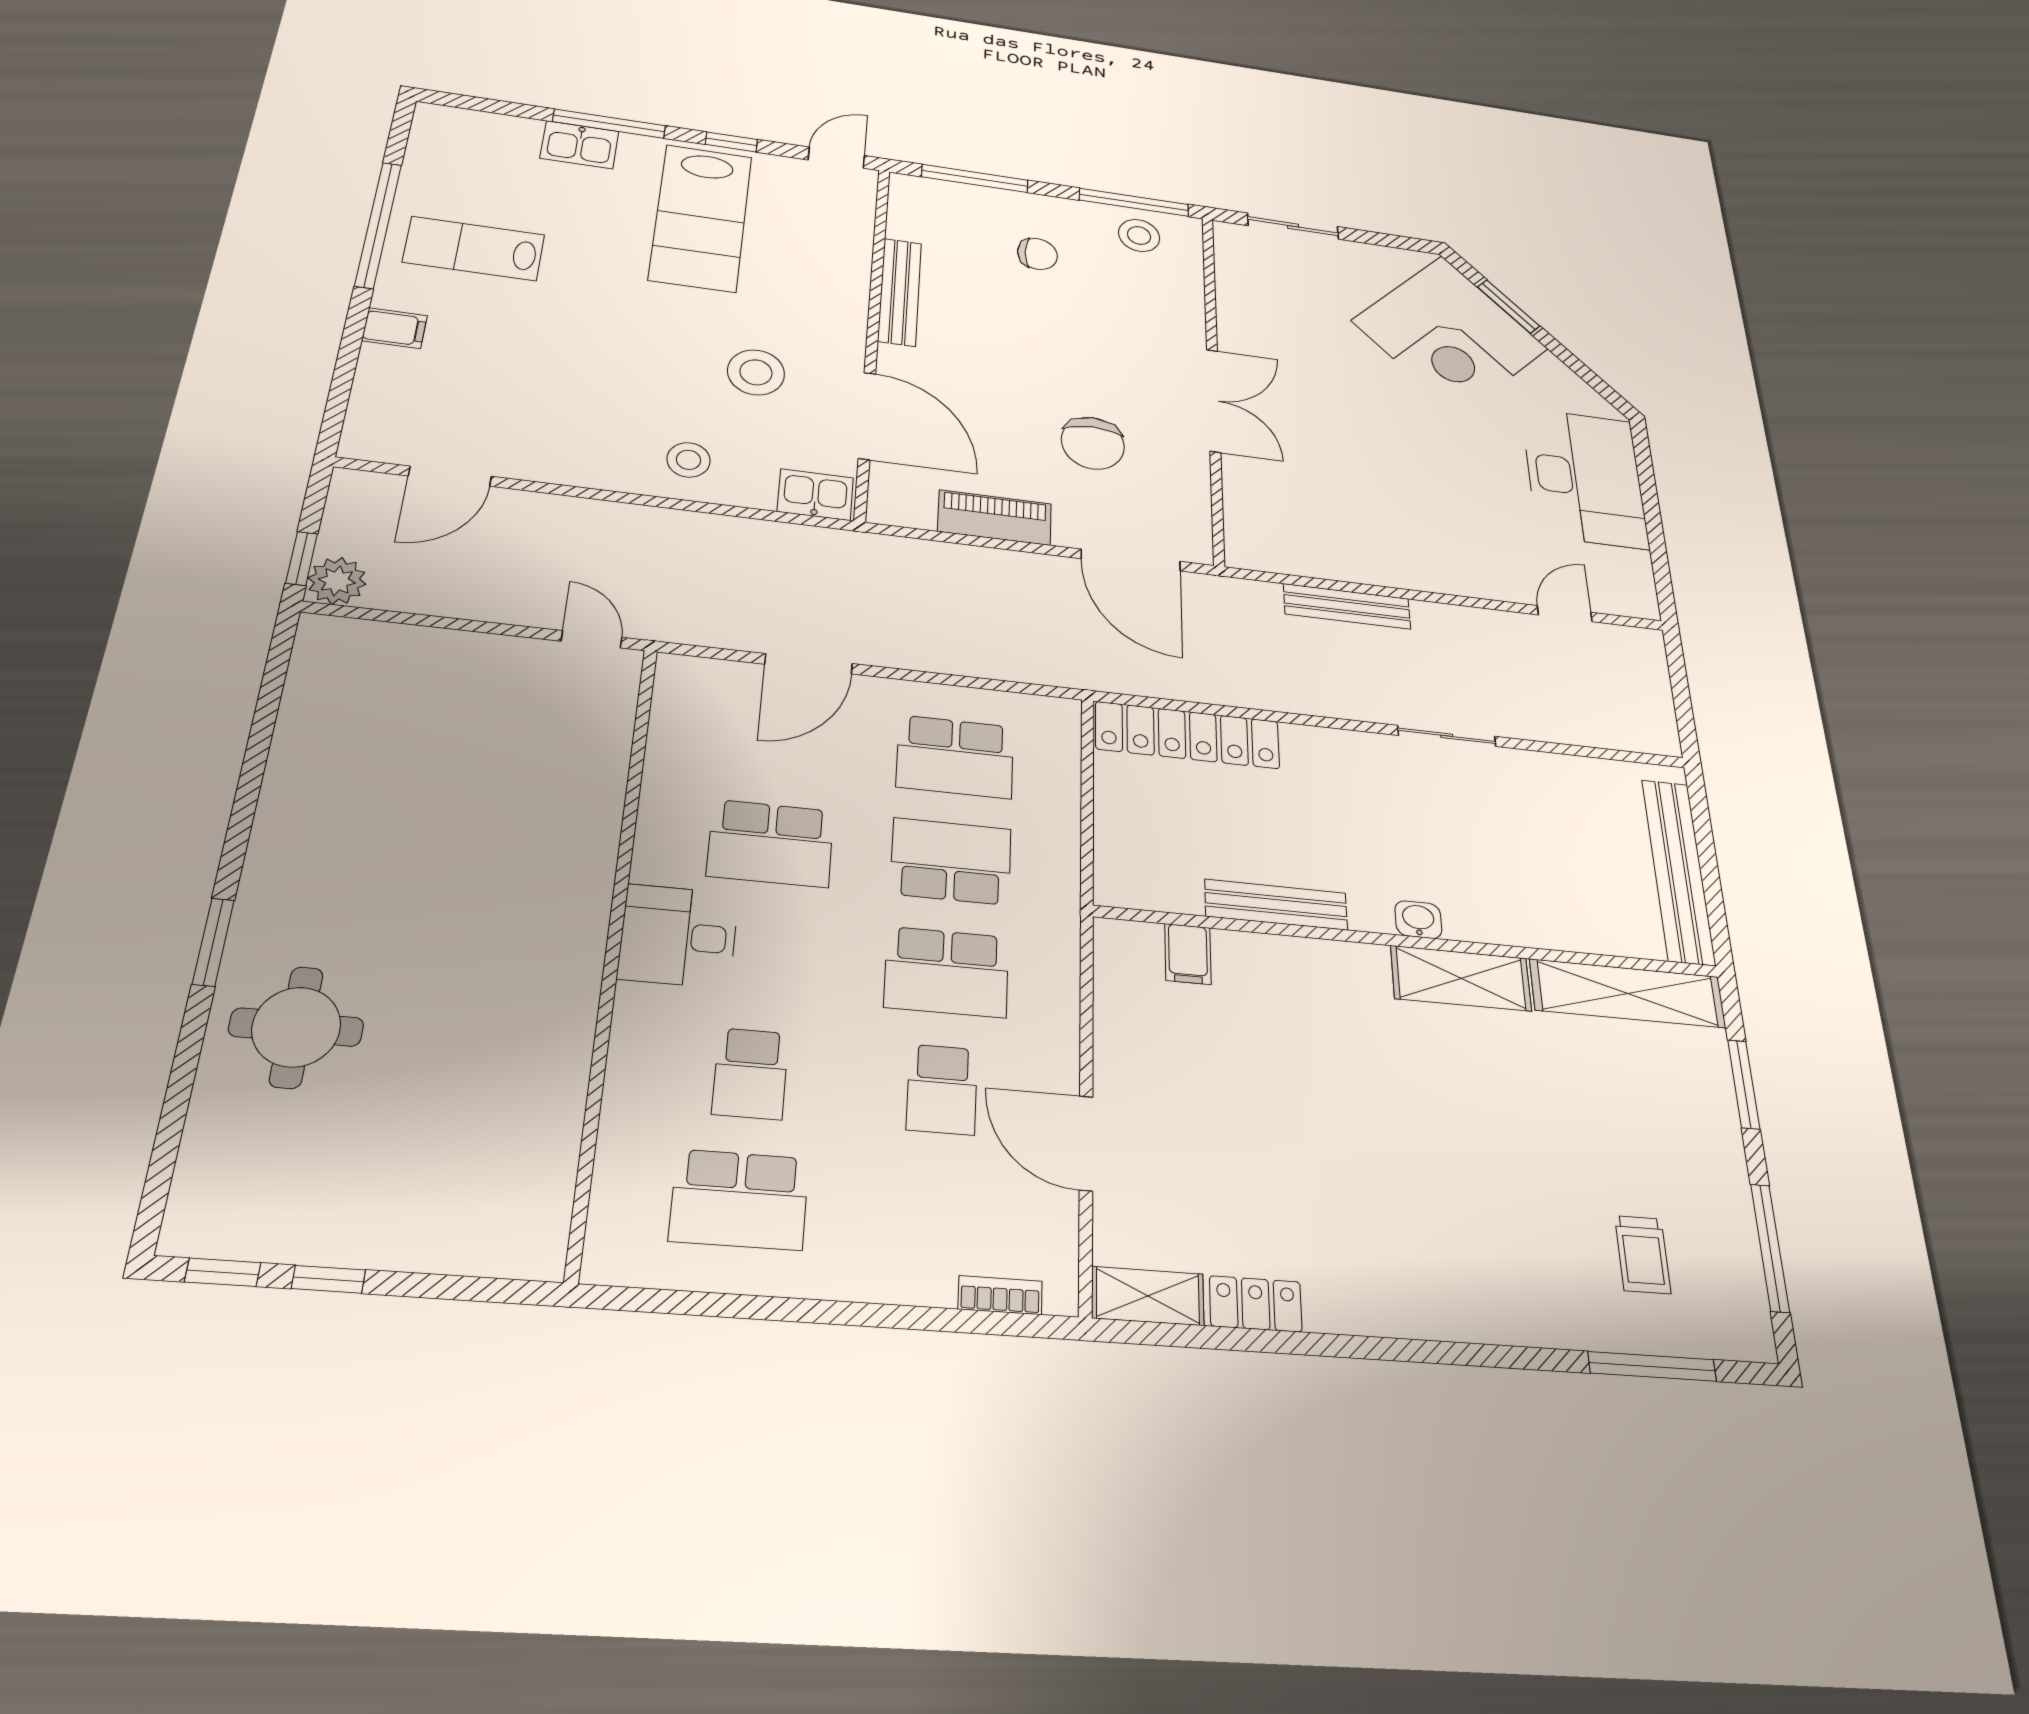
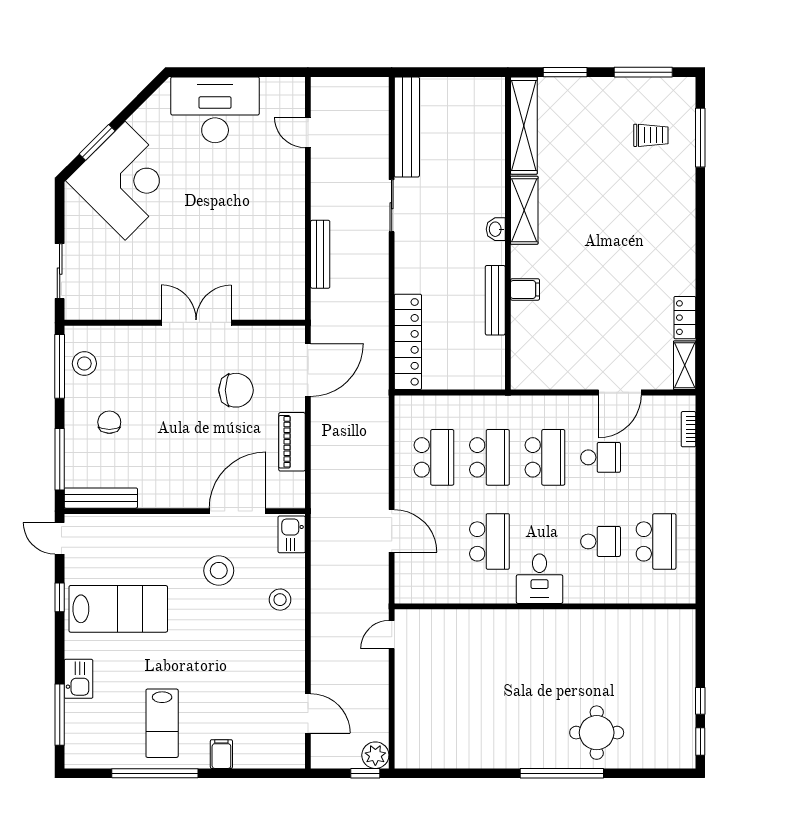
window: (609, 124) -> (60, 715), moved
bench: (900, 292) -> (101, 498), moved
school desk: (951, 861) -> (489, 457), turned 180
bench: (1678, 871) -> (407, 127), moved, turned 90
window: (213, 942) -> (562, 773), width x2.11
filing cabinet: (1188, 954) -> (525, 289), moved

